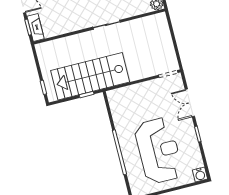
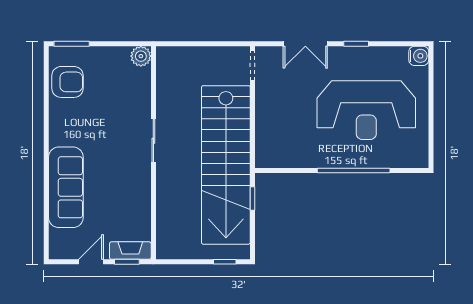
stairs: (90, 76) -> (226, 165), width x1.36
reception desk: (159, 151) -> (366, 110), turned 180

